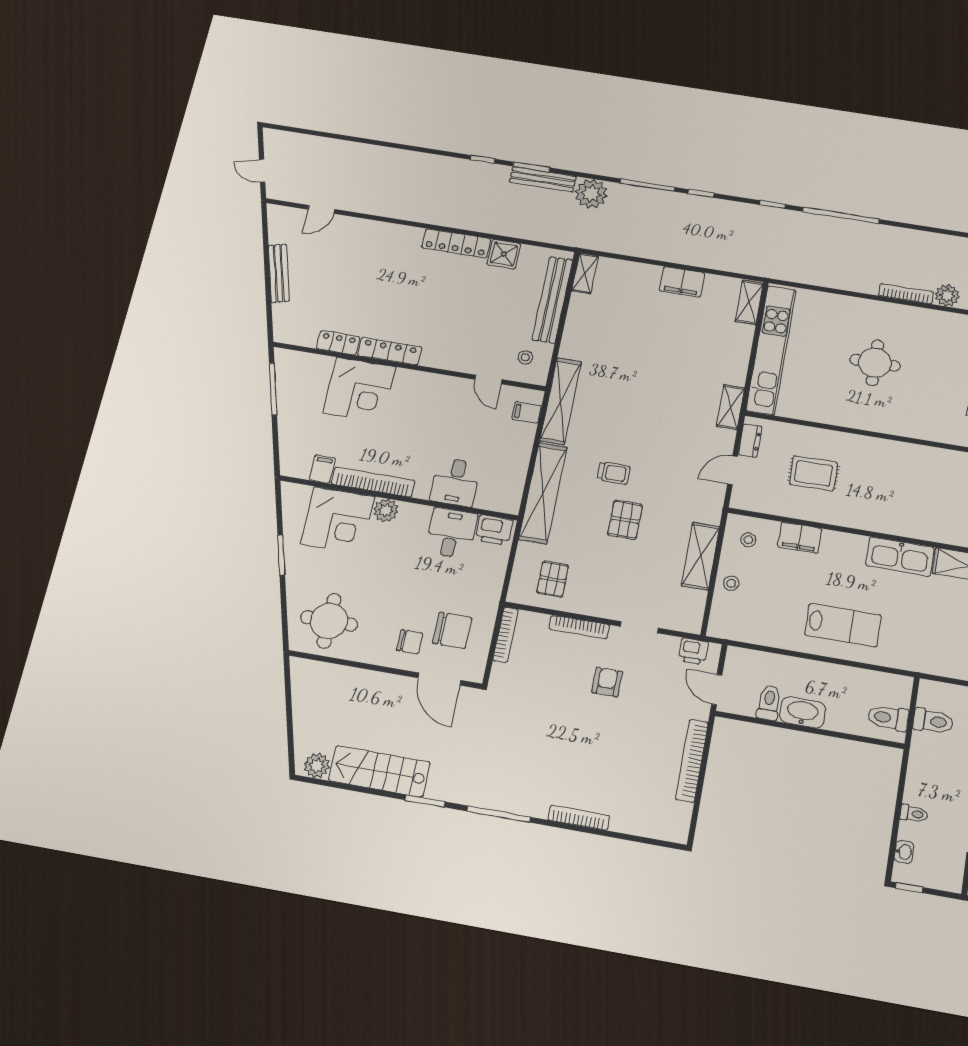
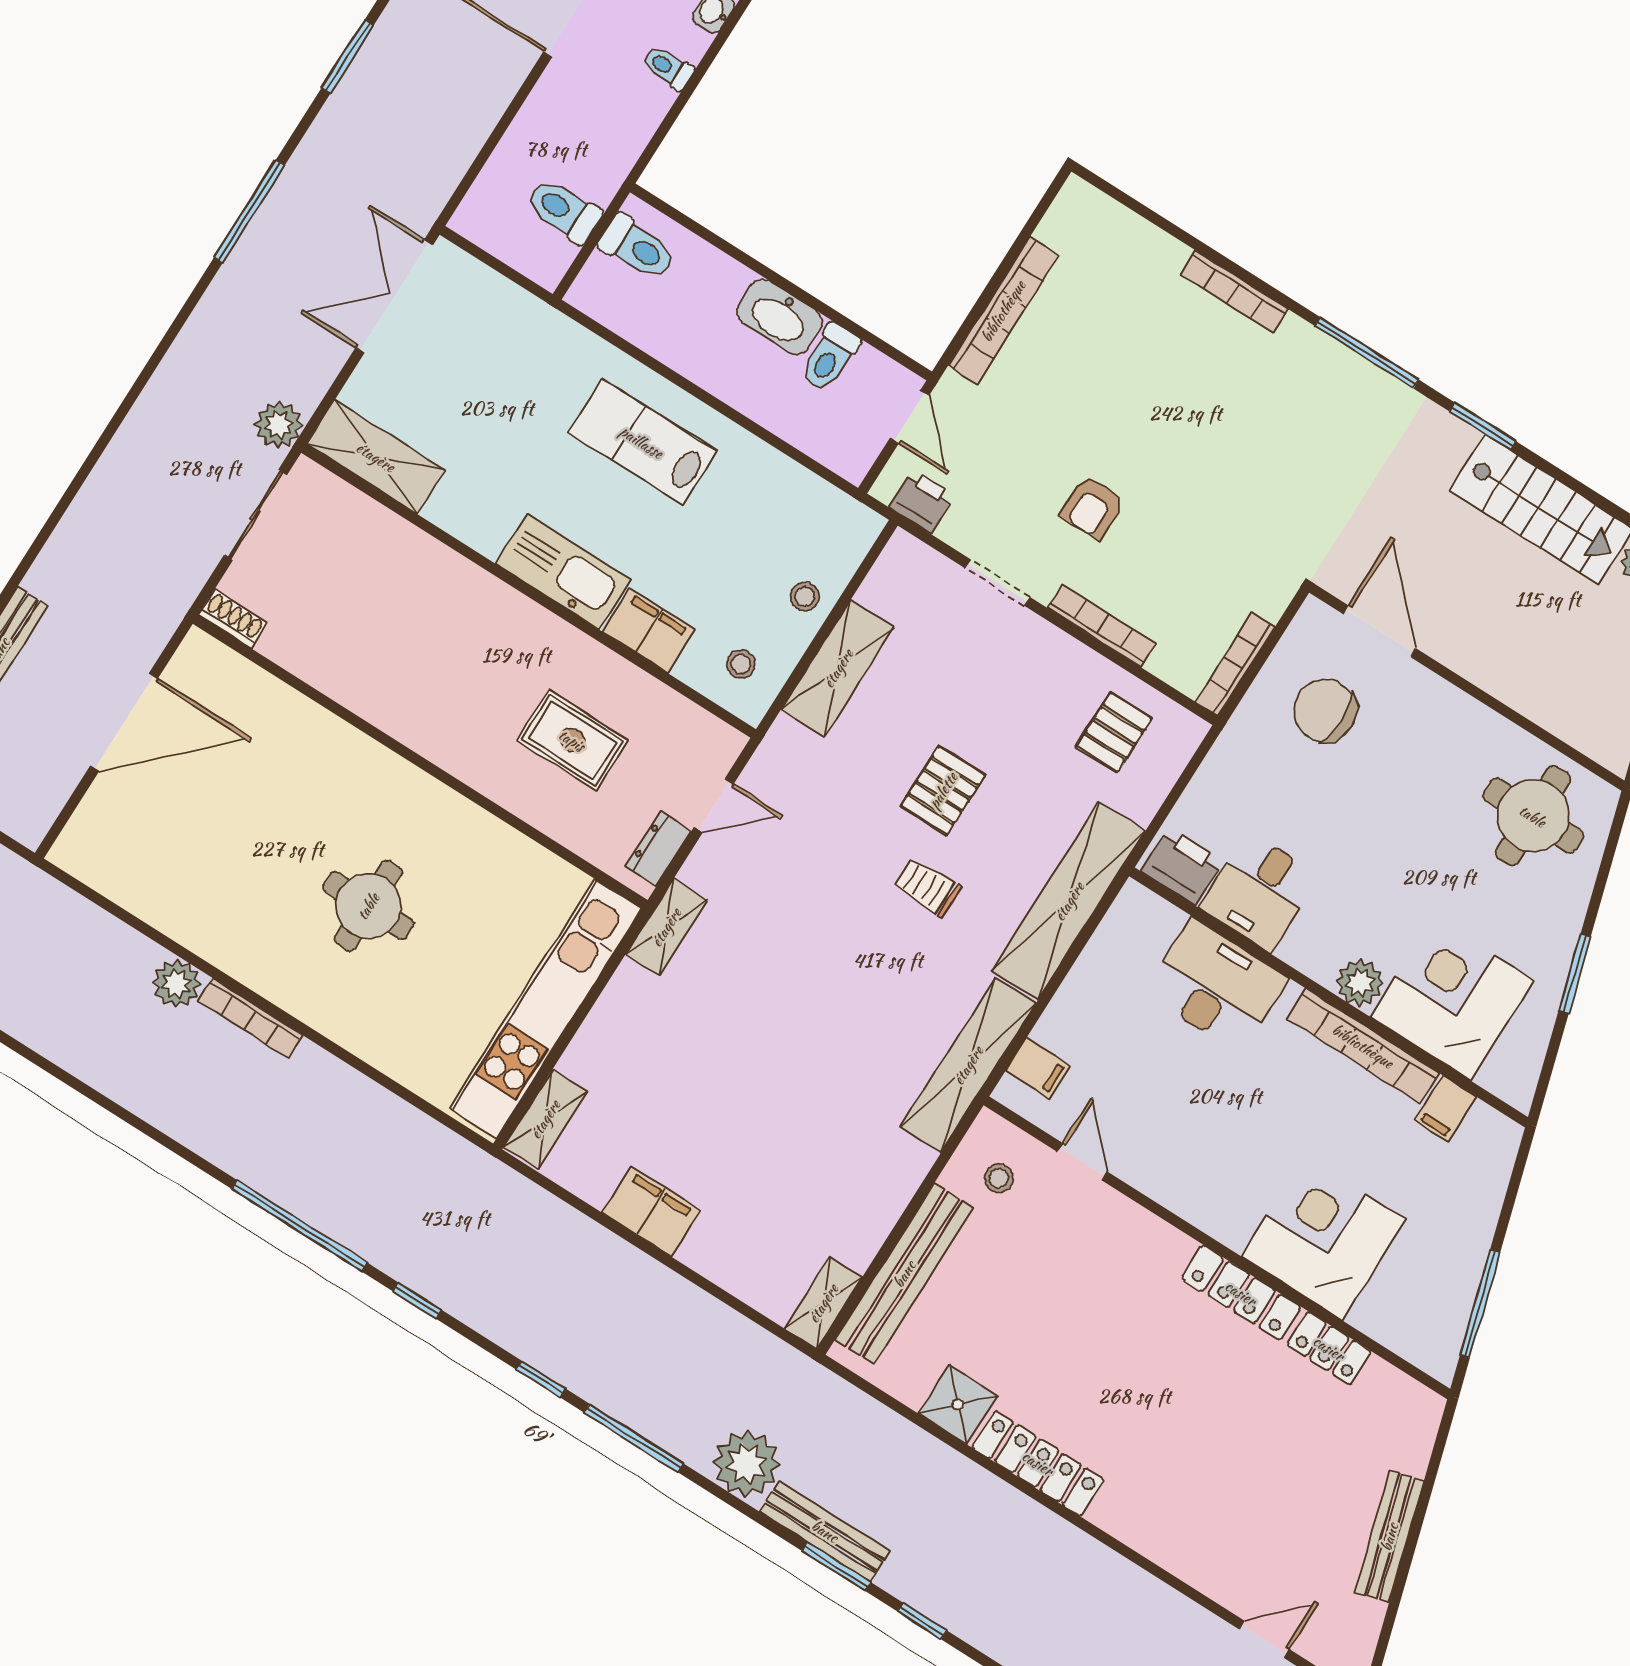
desk: (455, 482) -> (1216, 986), width x1.37
kitchen sink: (900, 556) -> (563, 572), moved
chair: (410, 642) -> (1406, 720), removed

